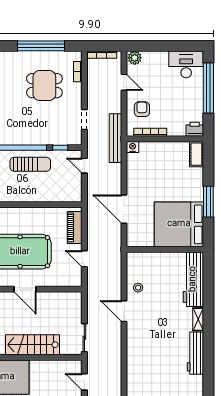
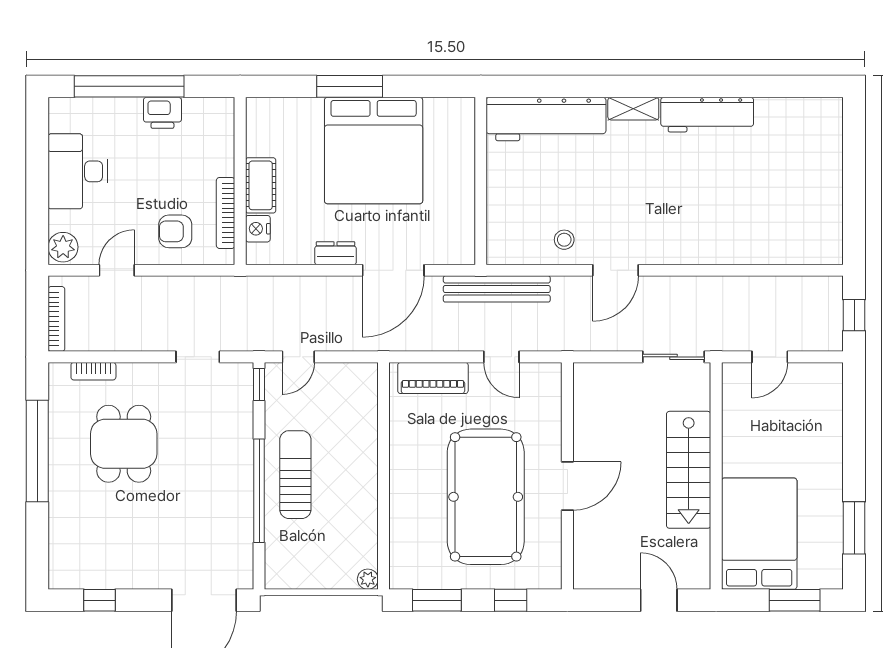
desk: (186, 64) -> (78, 171), moved
printer: (195, 129) -> (162, 113), moved, turned -90
bench: (115, 138) -> (497, 289), moved
nightstand: (133, 147) -> (258, 229), moved
window: (60, 148) -> (259, 385), moved
cot: (196, 154) -> (261, 185), moved, turned 90
dresser: (132, 183) -> (335, 253), added
window: (208, 202) -> (350, 86), moved
bed: (179, 224) -> (374, 151), moved
door: (84, 259) -> (501, 357), hinge flipped

